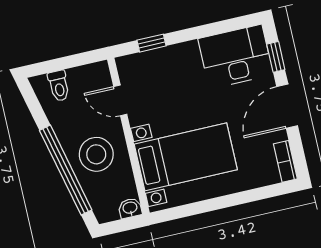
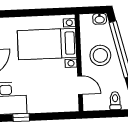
window: (151, 43) -> (21, 117), moved
washbasin: (130, 208) -> (100, 19), moved

